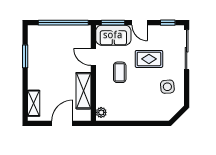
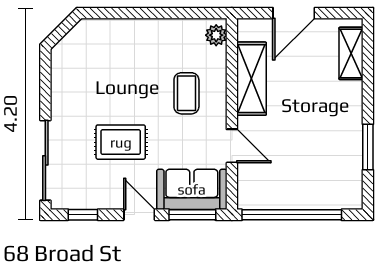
coffee table: (120, 72) -> (186, 93), moved
side table: (167, 87) -> (84, 87), removed

